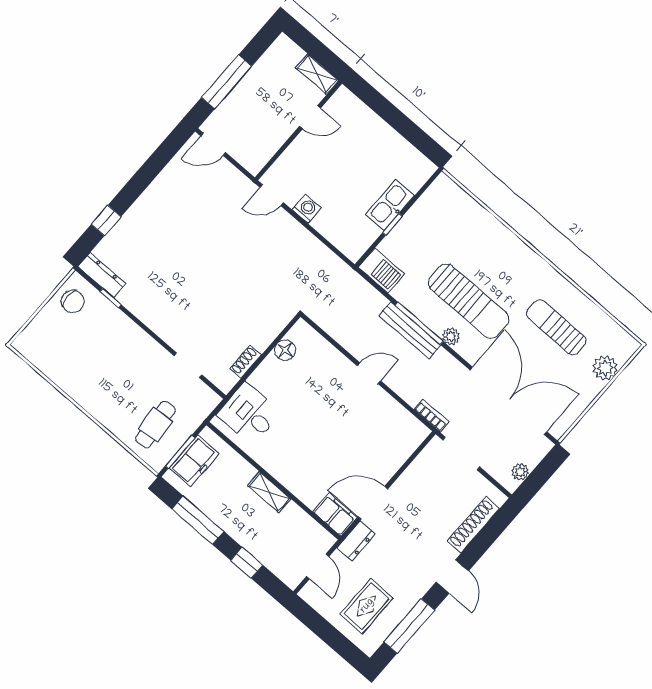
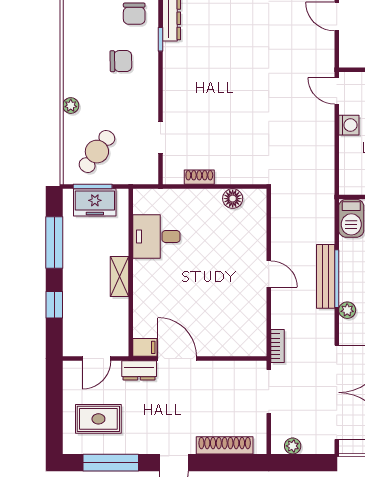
chair: (101, 344) -> (121, 61), added
plant: (102, 414) -> (71, 106), added
desk: (249, 414) -> (156, 236), moved, turned -90
cafe table: (156, 425) -> (97, 152), turned -49
filing cabinet: (335, 515) -> (145, 347), width x0.50

